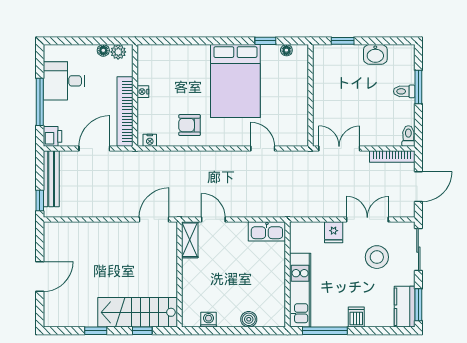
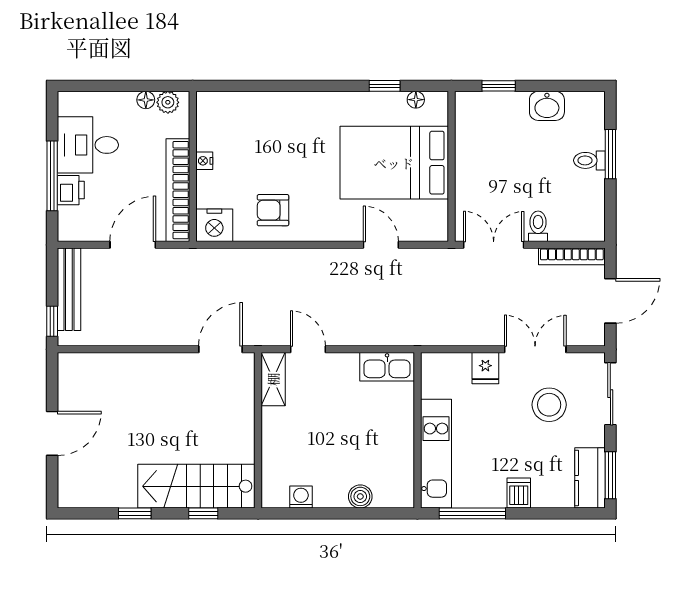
bed: (235, 81) -> (394, 163), moved, turned 90
printer: (52, 136) -> (71, 190), moved
toilet: (408, 136) -> (538, 226), moved
nightstand: (150, 140) -> (214, 225), width x1.89, depth x1.79

